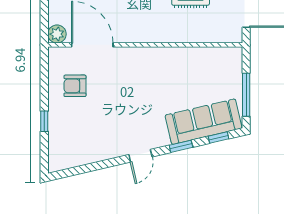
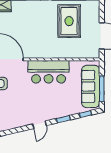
bar counter: (156, 66) -> (49, 72), added
sofa: (204, 122) -> (91, 86), moved, turned -77

